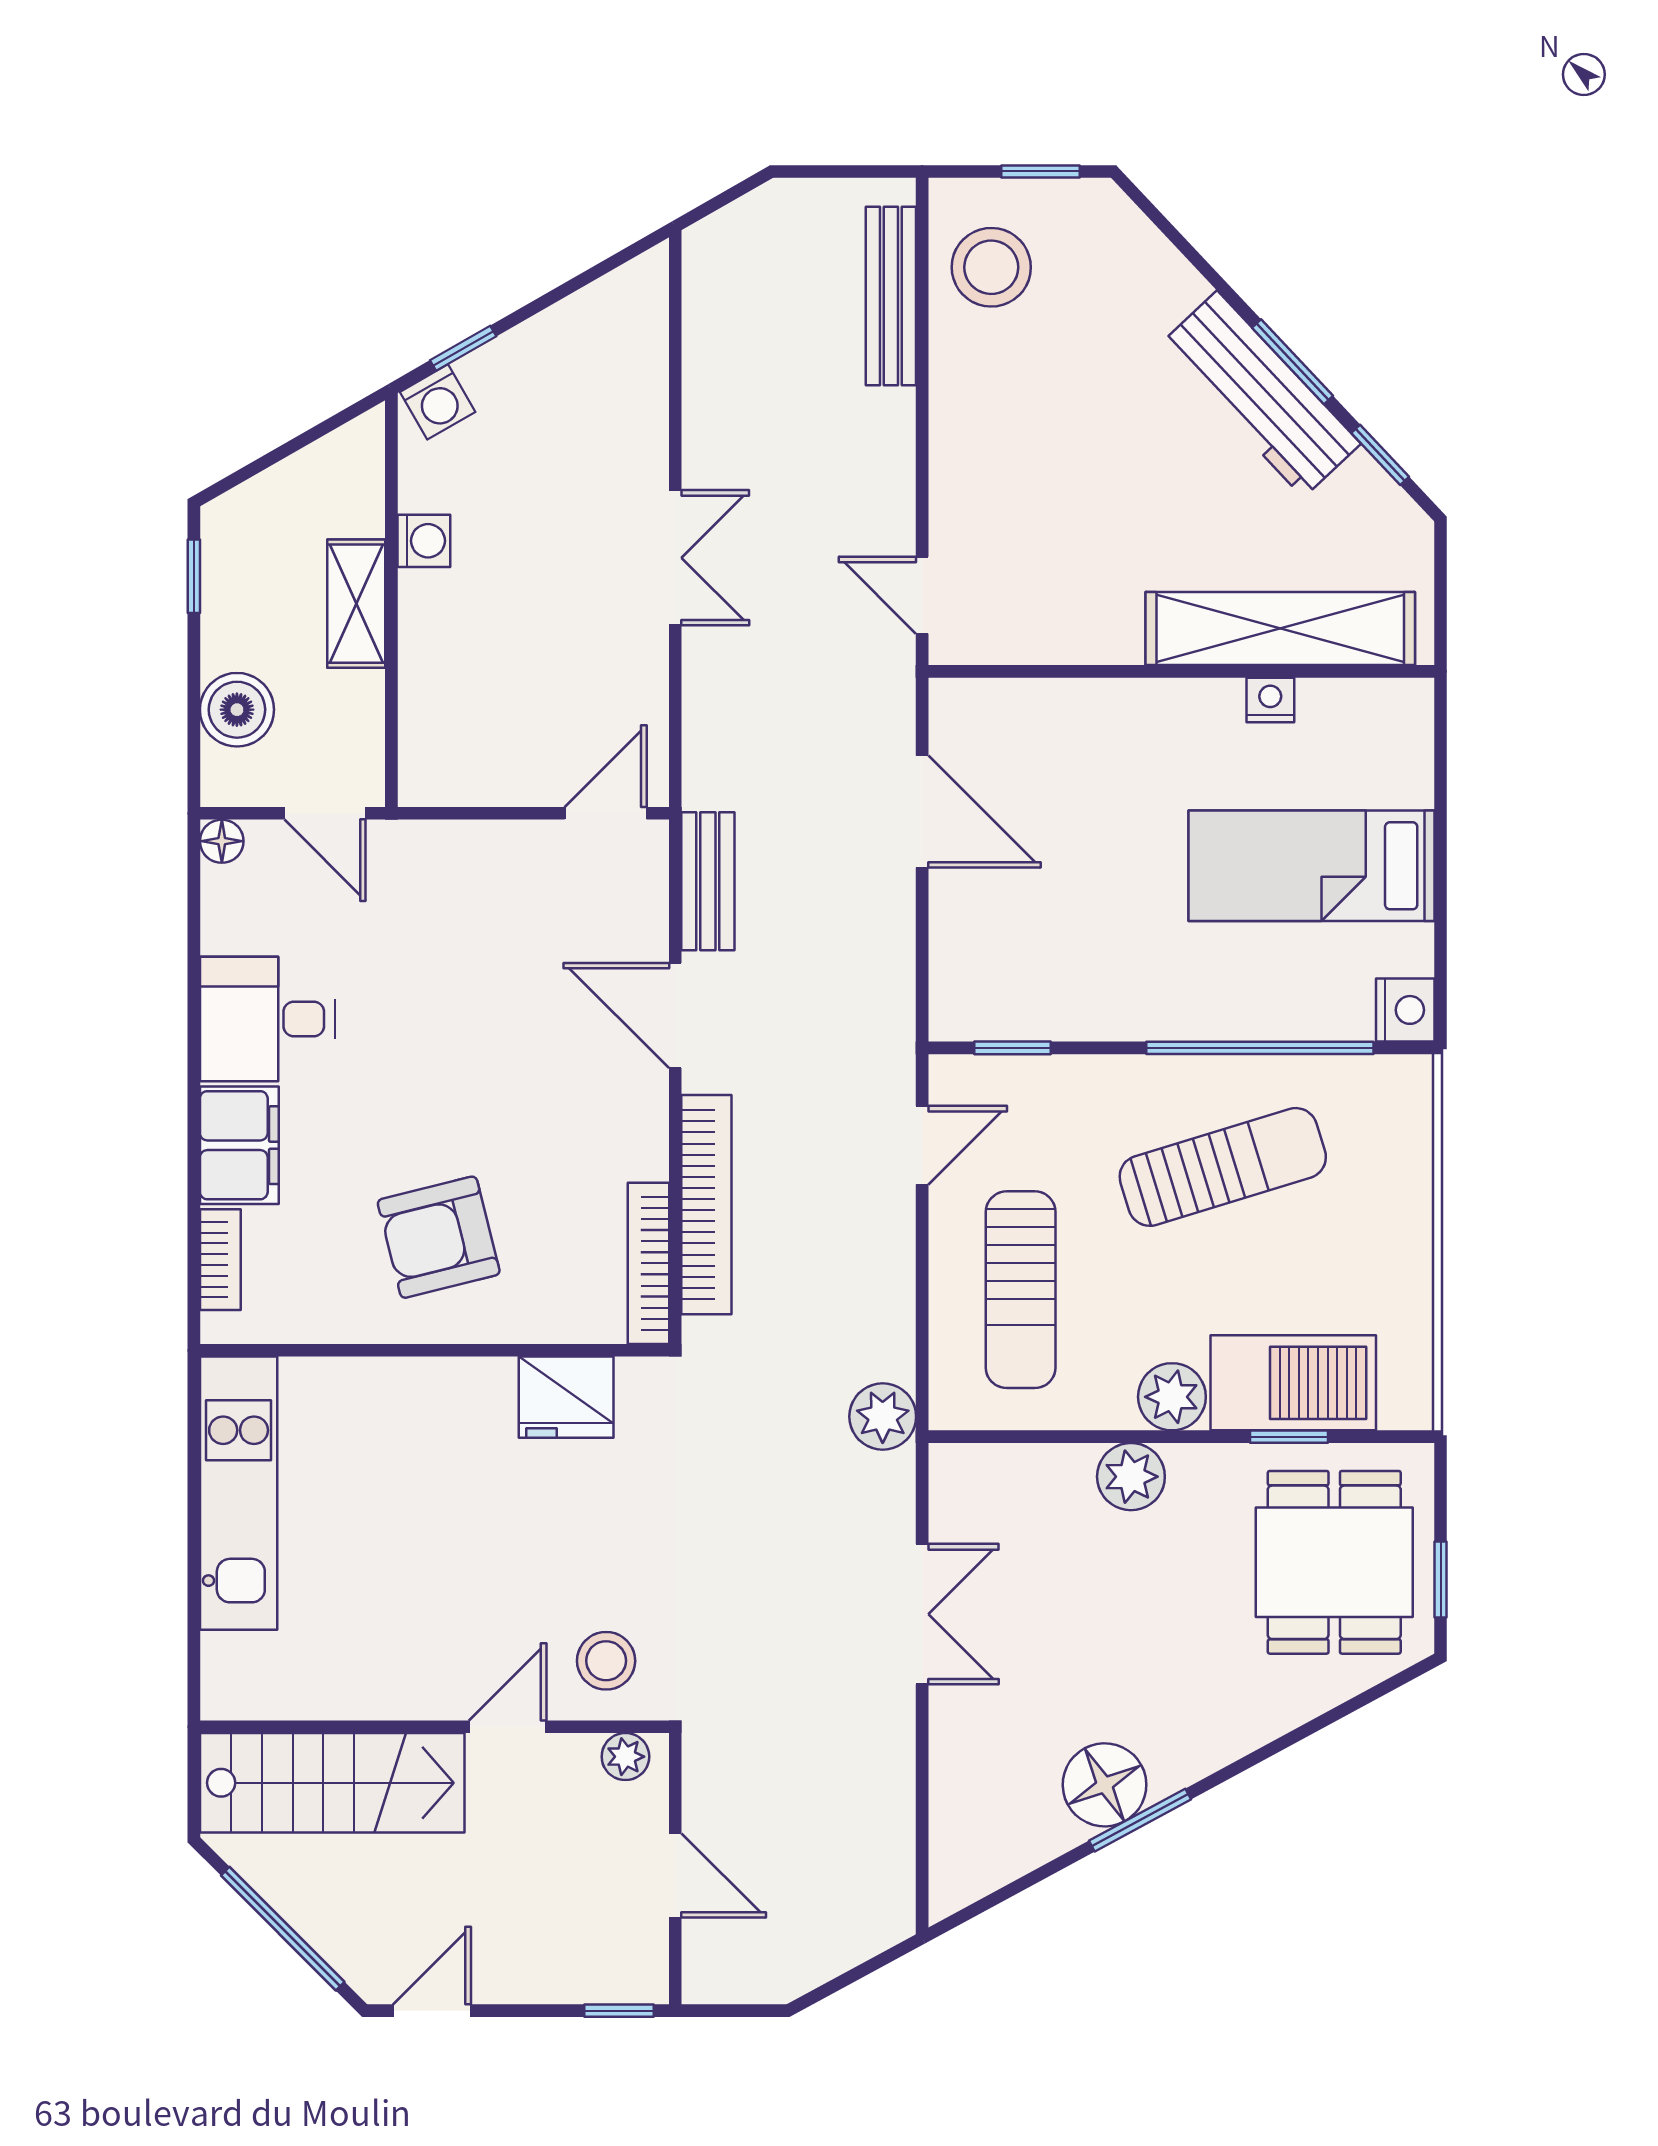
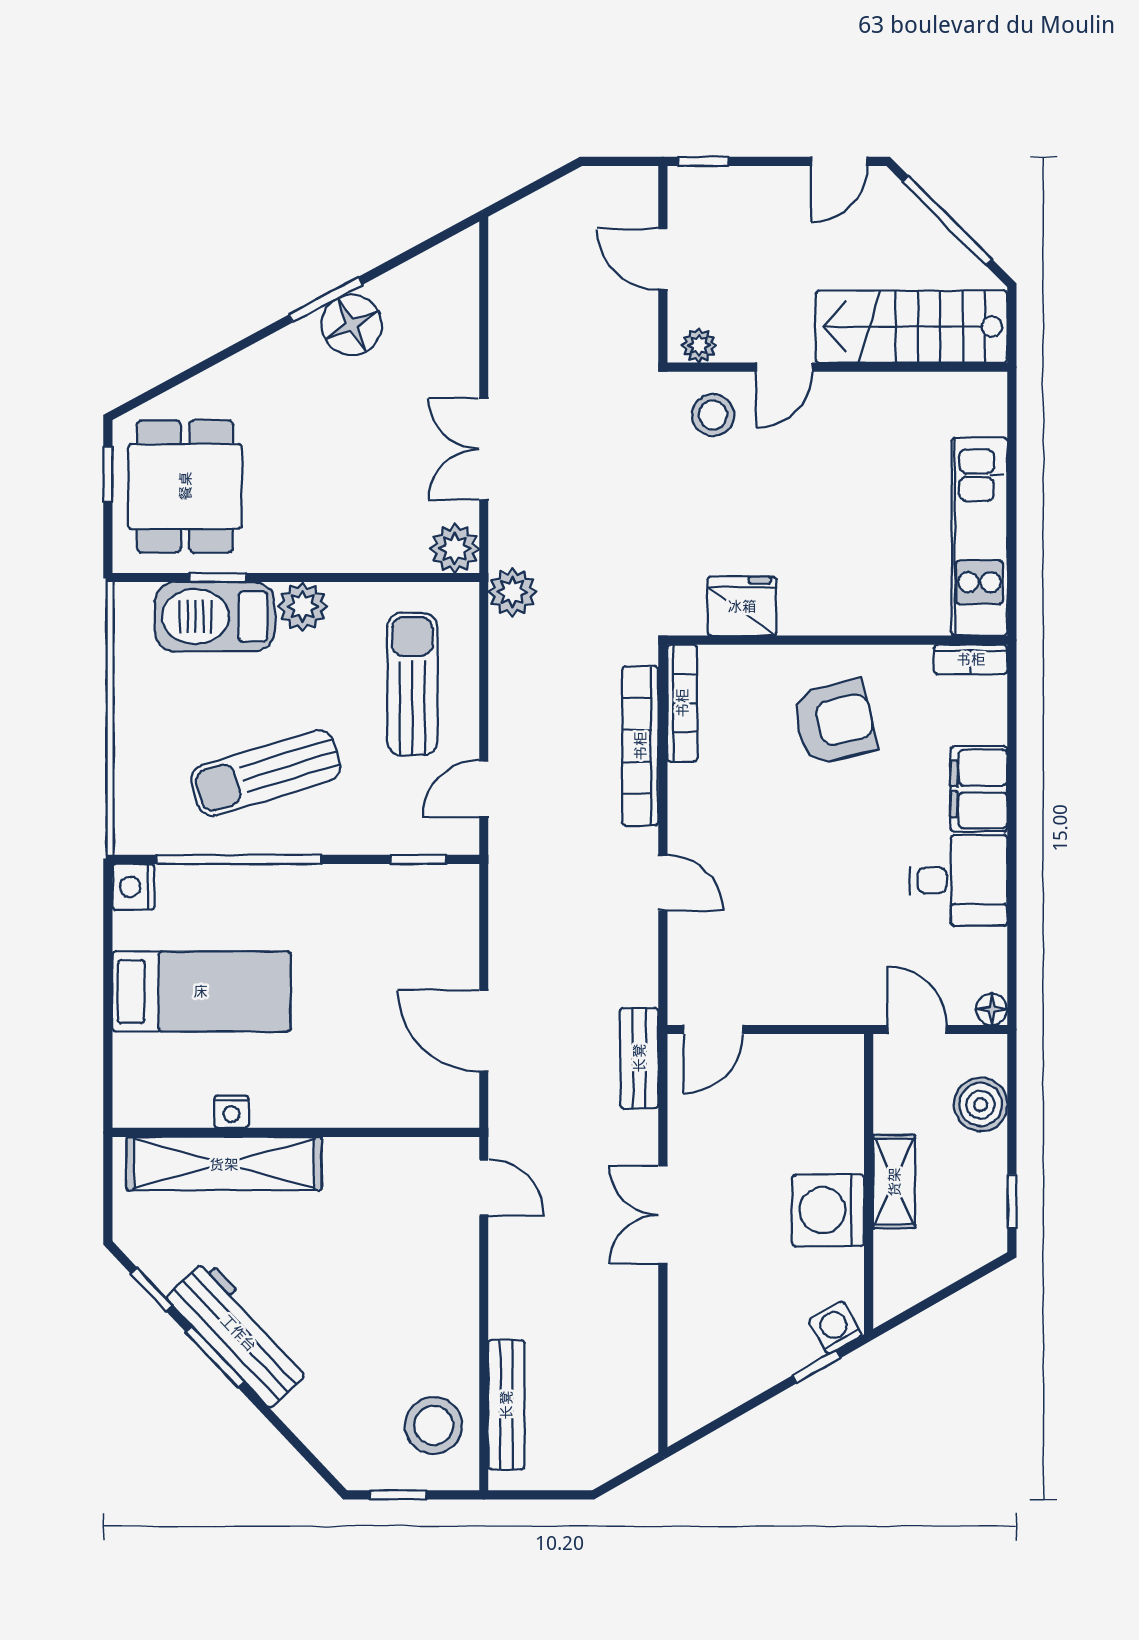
washing machine: (424, 541) -> (828, 1210), width x1.89, depth x1.89
bench: (708, 881) -> (639, 1058), moved
door: (675, 1016) -> (663, 883), width x0.73
bookcase: (220, 1260) -> (971, 659), moved, turned -90
plant: (1131, 1477) -> (455, 549), moved

